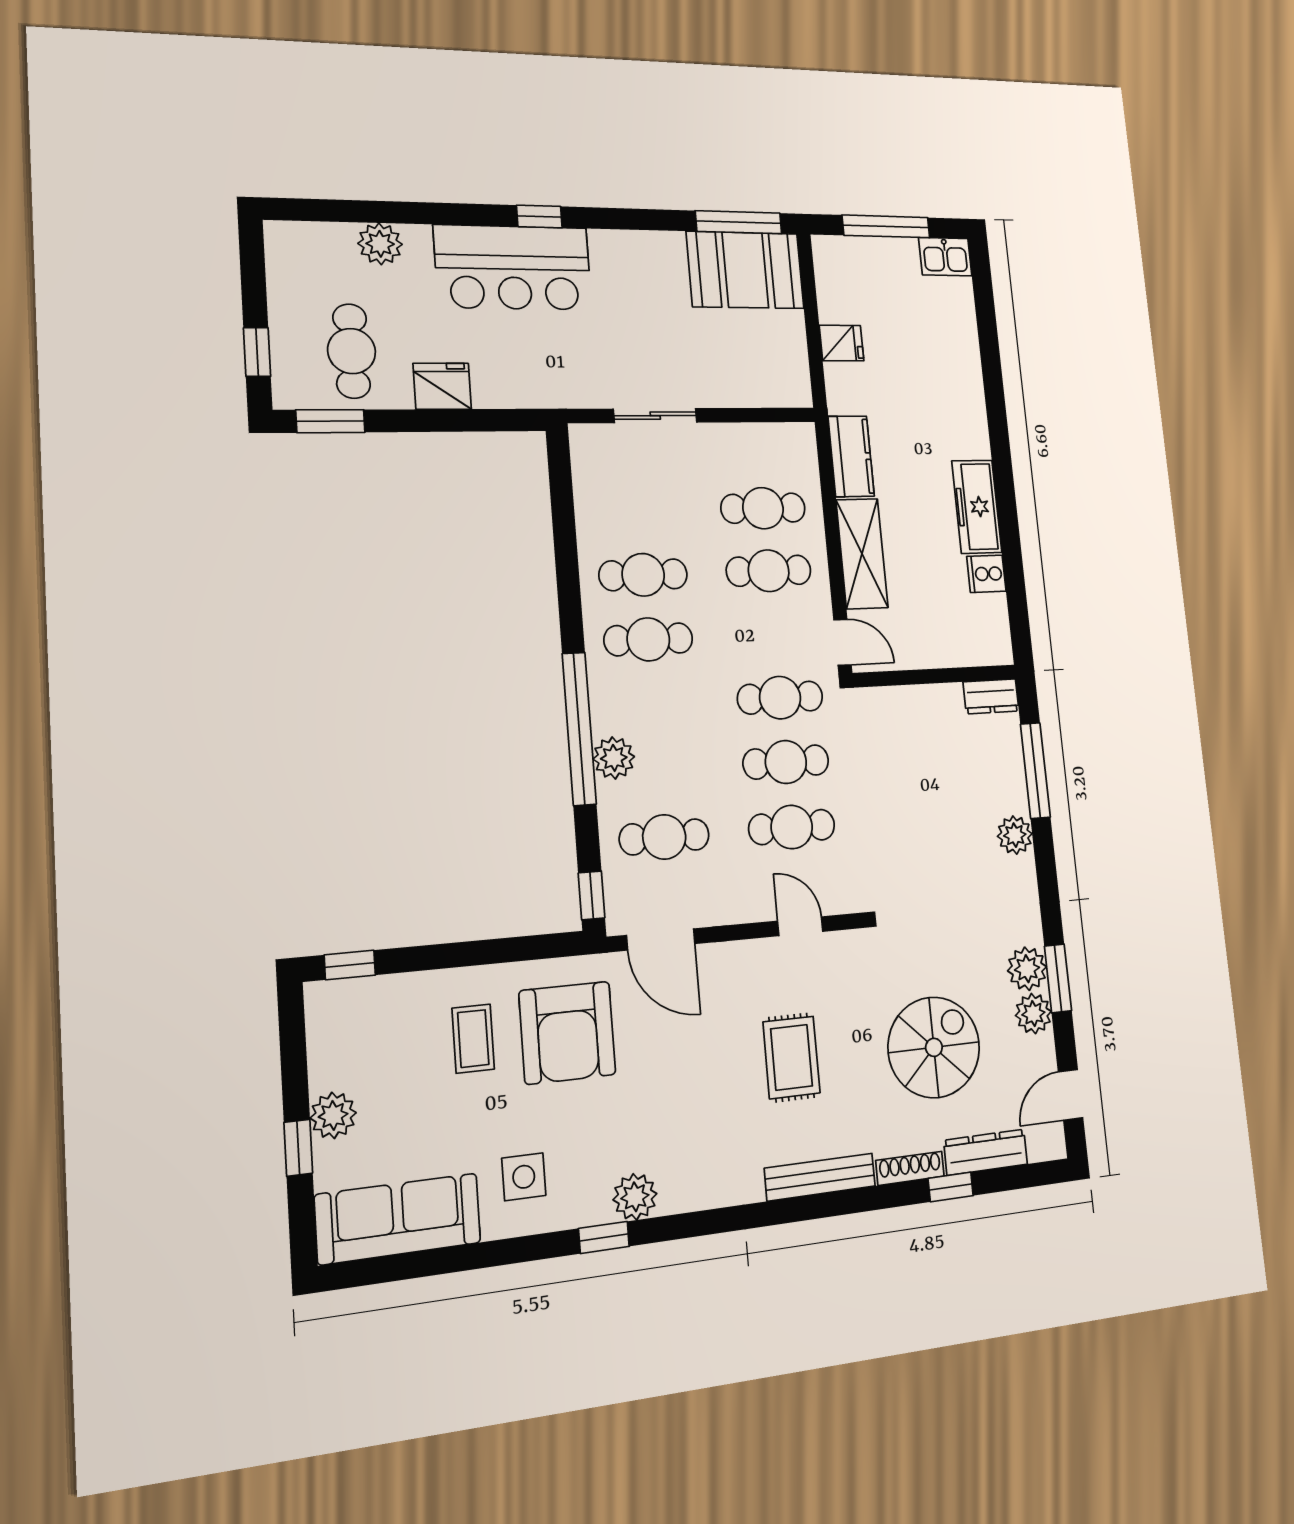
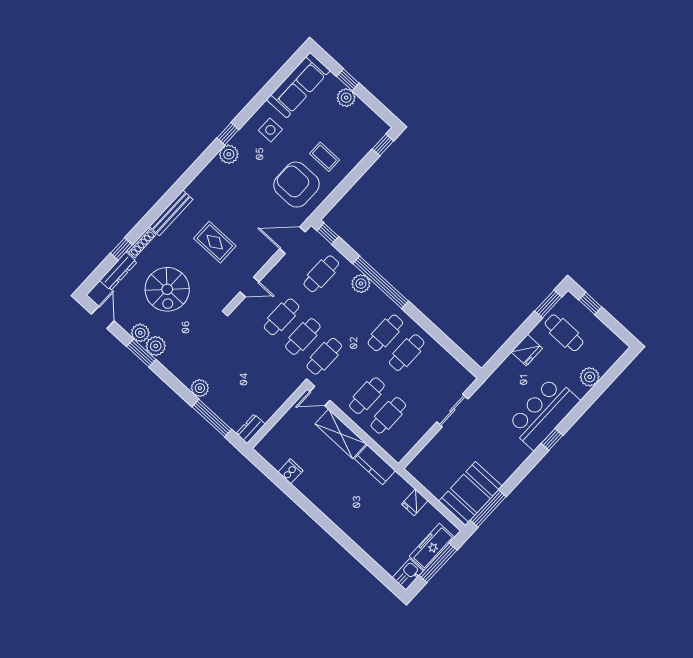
freezer: (977, 507) -> (432, 547), moved, turned -90

